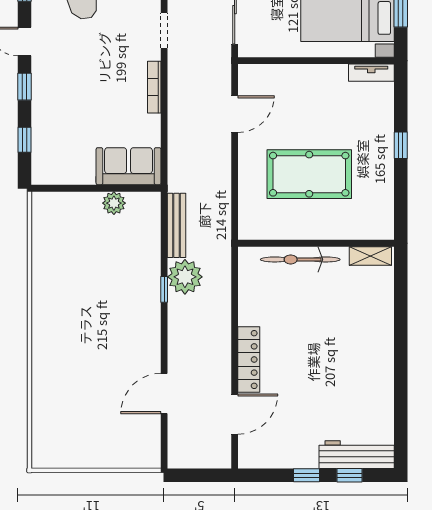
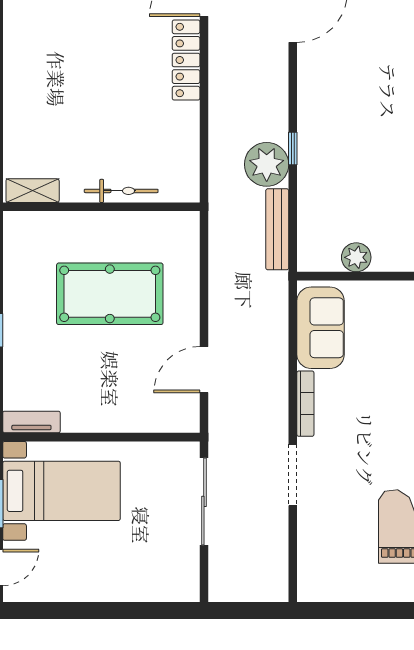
doorway: (164, 31) -> (293, 475), width x1.38
sofa: (129, 166) -> (321, 328), moved, turned -90
bicycle: (300, 259) -> (121, 191), width x0.73, depth x0.71

